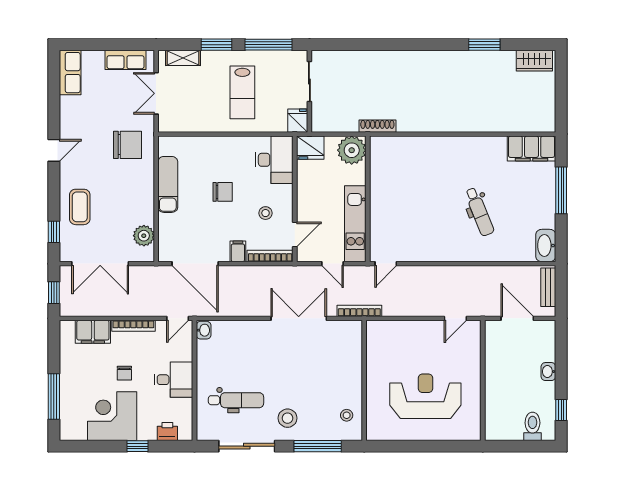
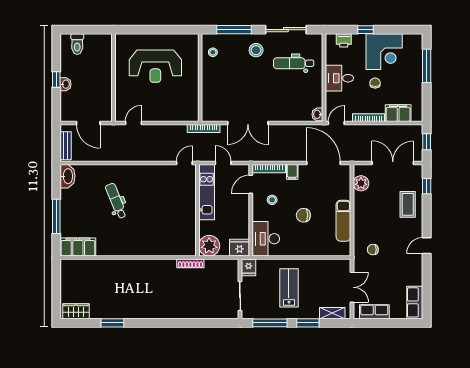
chair: (128, 145) -> (373, 250), width x0.54, depth x0.54
window: (561, 410) -> (56, 79), moved

